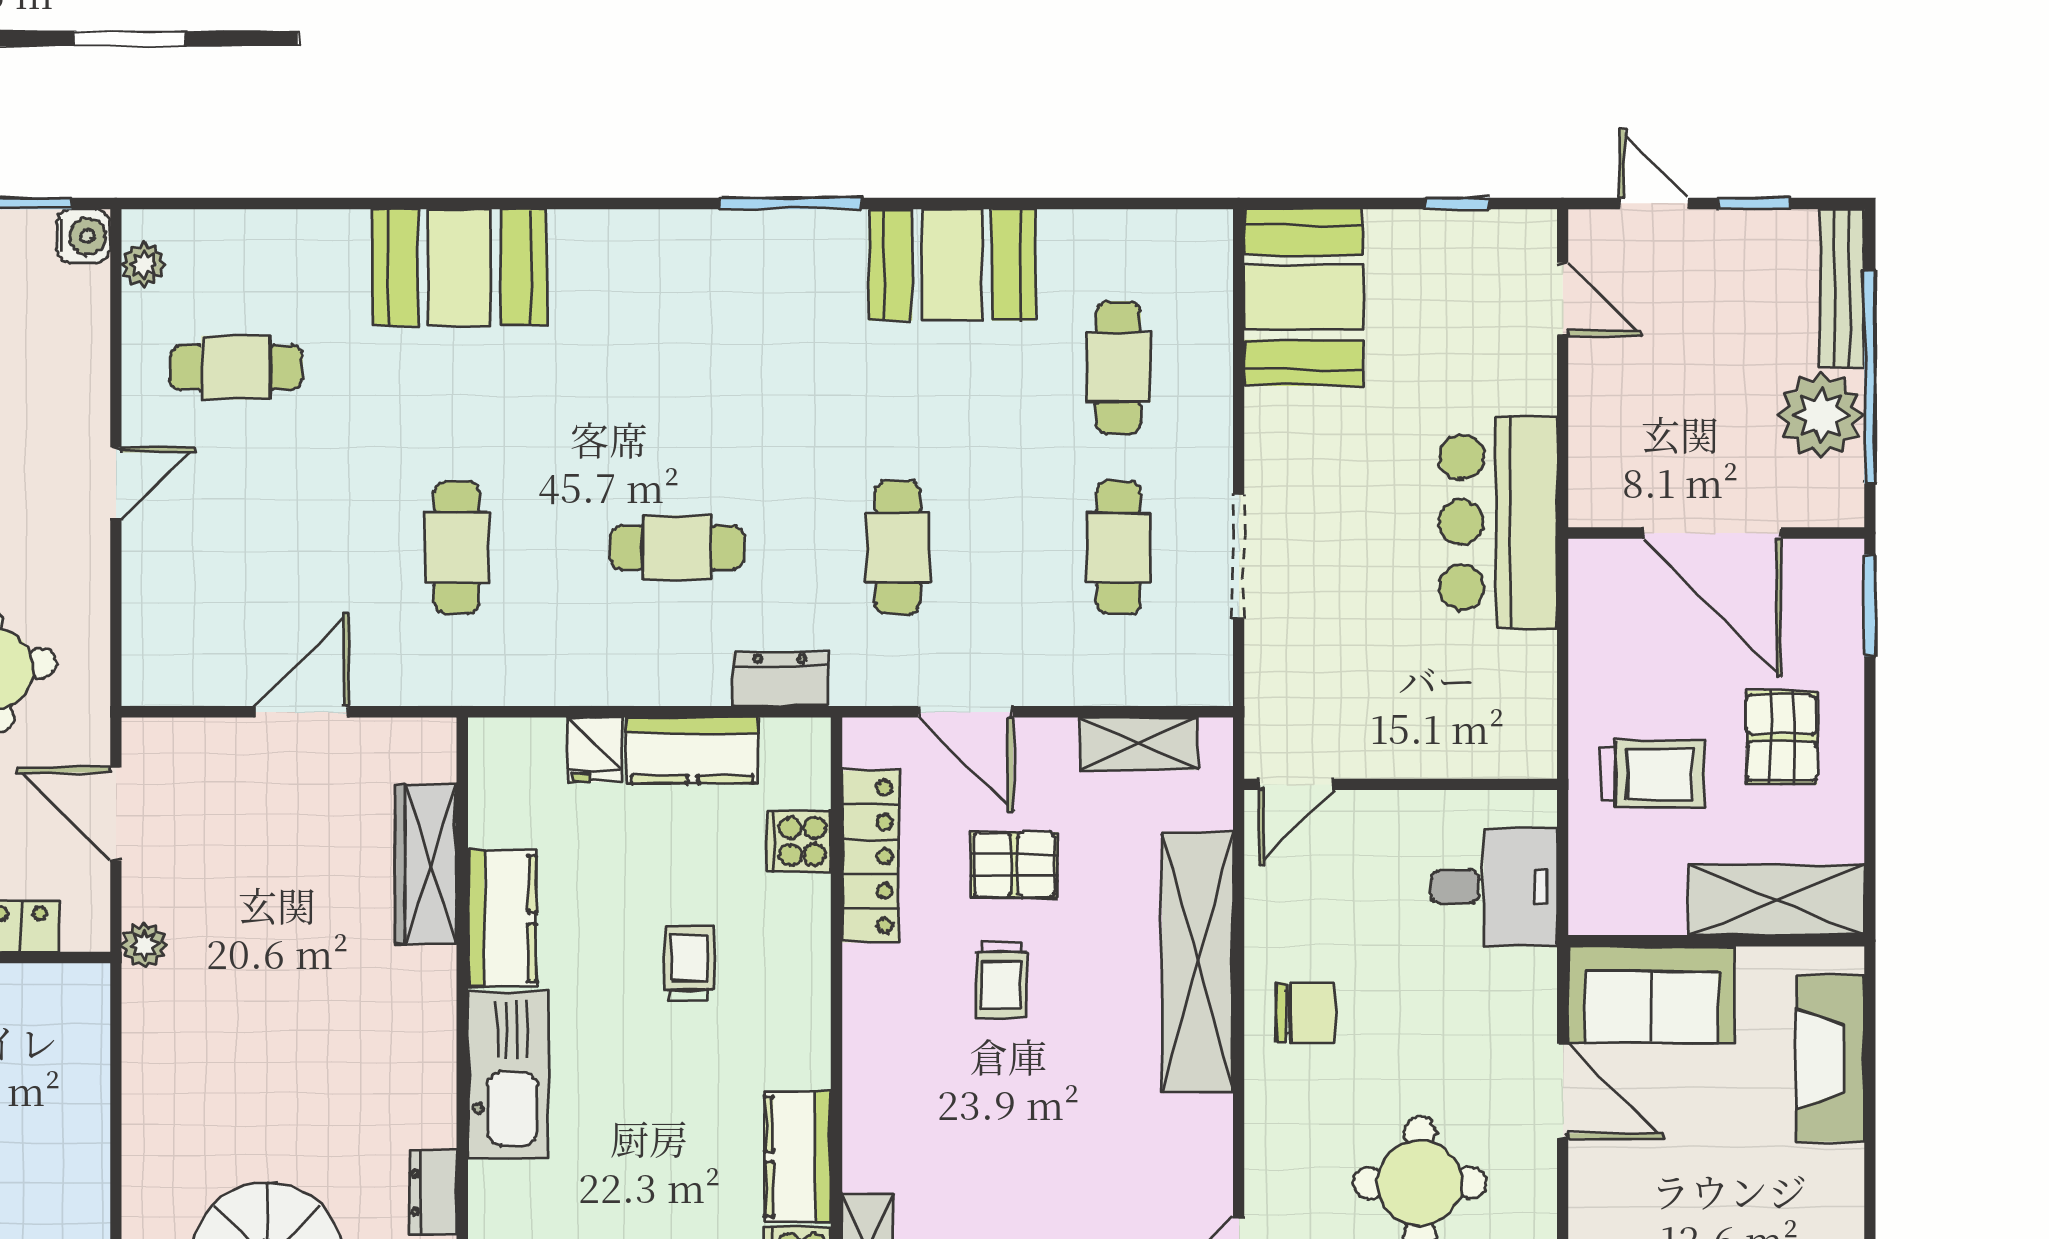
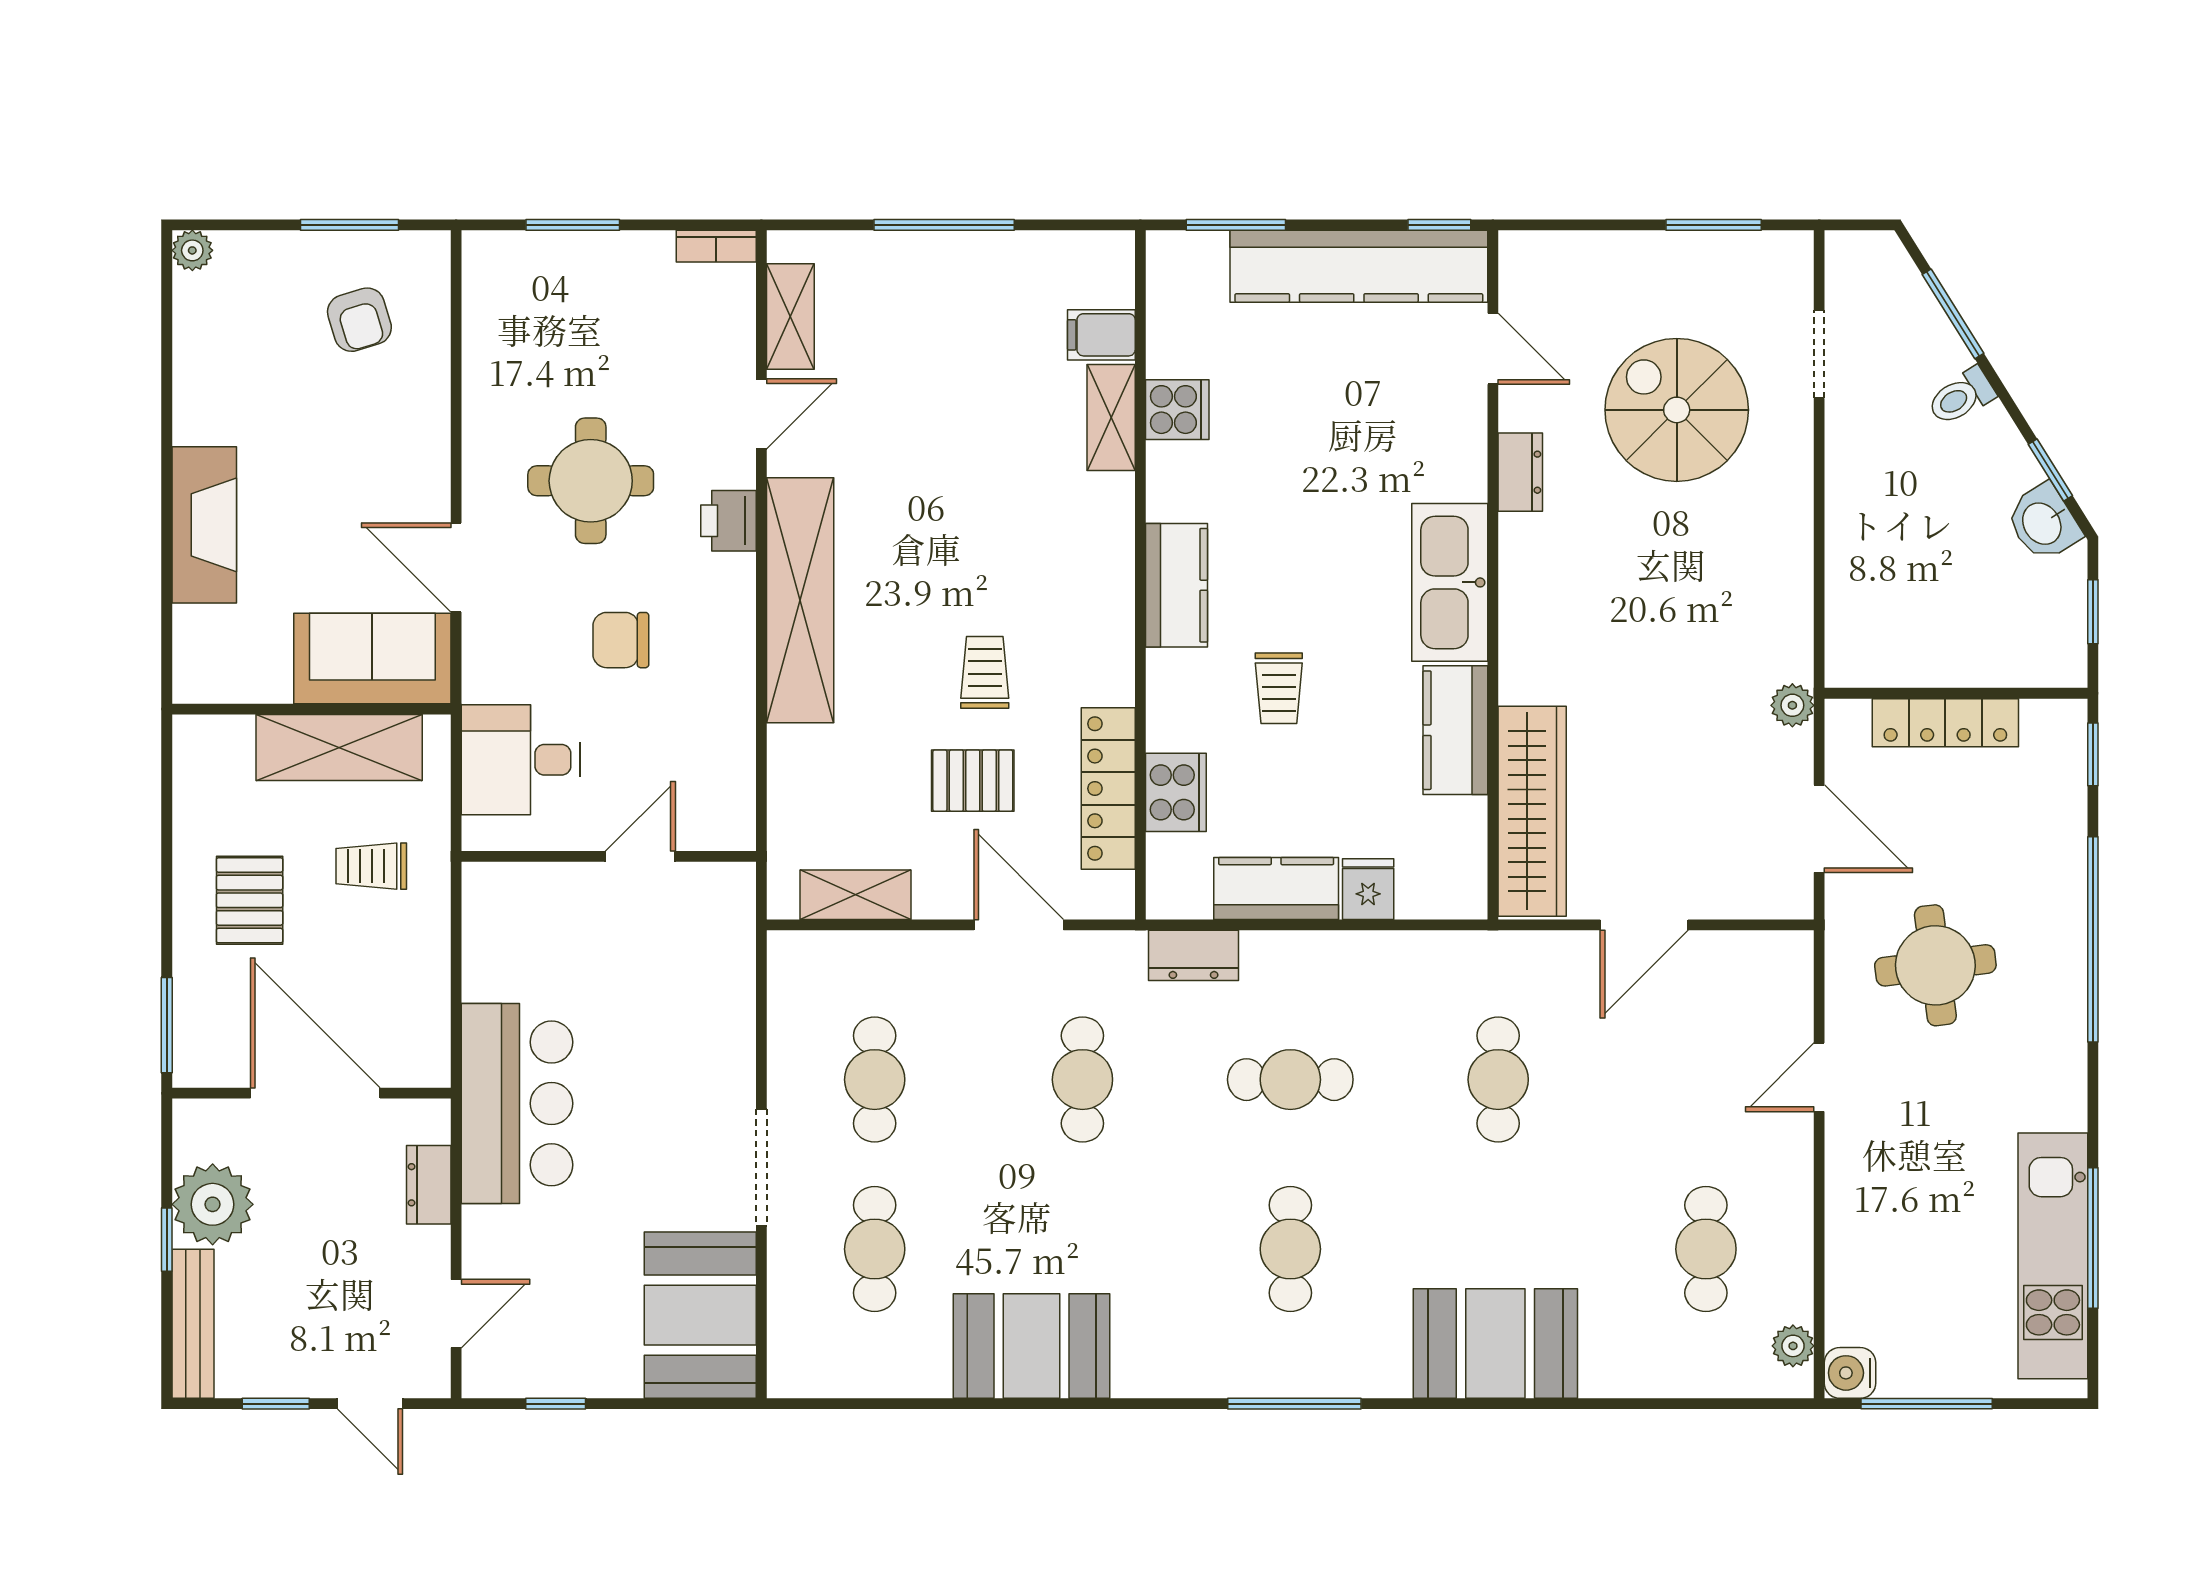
window: (791, 203) -> (1294, 1404), moved
door: (1563, 299) -> (456, 1314), swing flipped
cafe table: (236, 368) -> (1706, 1249), turned 90
cafe table: (677, 368) -> (1290, 1249), added
window: (1870, 377) -> (167, 1240), width x0.32
dresser: (1592, 436) -> (429, 1185), added
door: (116, 484) -> (1819, 1077), moved
doorway: (1239, 557) -> (761, 1167), moved
trolley: (1653, 774) -> (371, 866), width x0.73, depth x0.72
door: (1296, 784) -> (640, 856), moved
cooker: (799, 841) -> (1176, 792), width x1.36
wardrobe: (426, 864) -> (1532, 811), width x1.40, depth x1.17
shelving: (1776, 900) -> (339, 748), moved
shelving: (1198, 962) -> (800, 600), moved
chair: (1305, 1012) -> (621, 640), moved
fireplace: (1830, 1059) -> (204, 525), moved
printer: (1274, 1141) -> (729, 521), added
kitchen counter: (798, 1157) -> (1177, 585), moved

